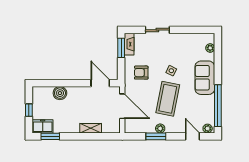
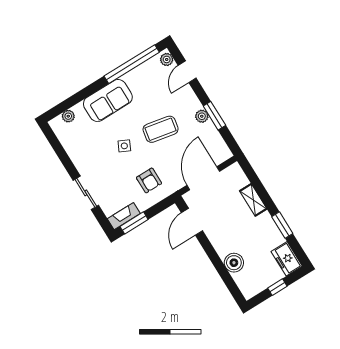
coffee table: (168, 99) -> (161, 129), width x0.73, depth x0.76
window: (50, 136) -> (282, 225), moved

